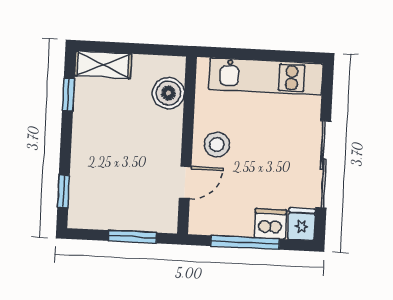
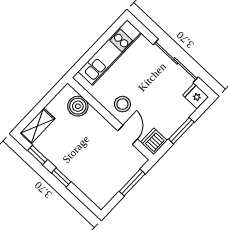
window: (64, 191) -> (61, 177), moved
dishwasher: (270, 224) -> (154, 141), moved
window: (245, 242) -> (181, 131), width x0.69

